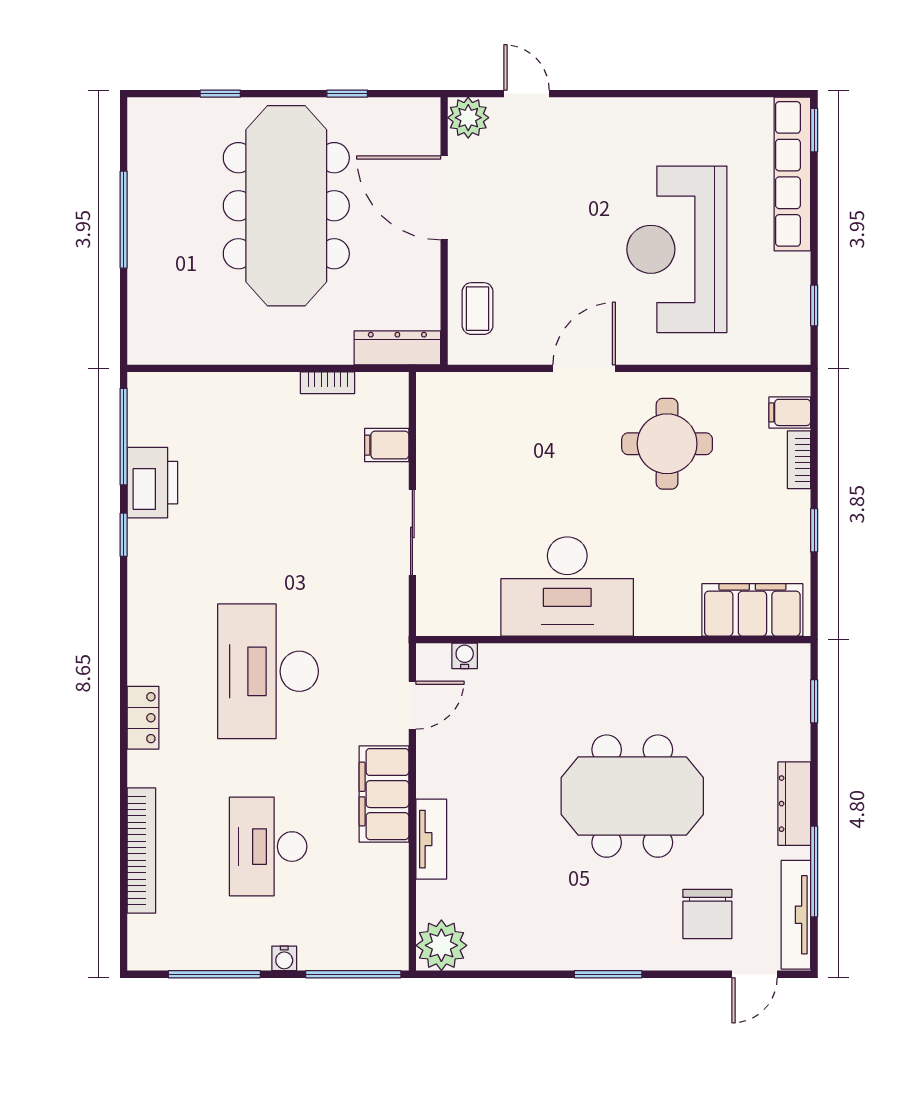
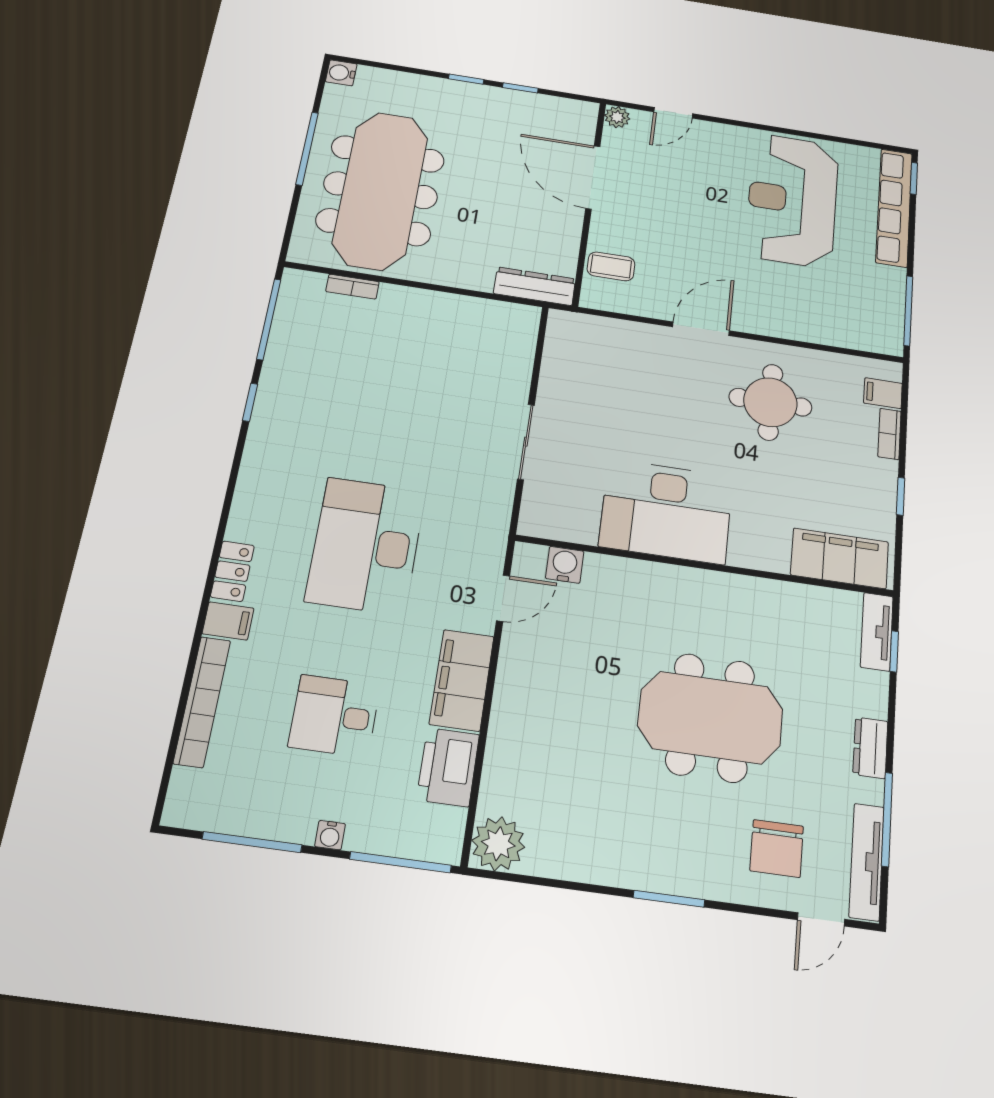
window: (220, 94) -> (466, 79), moved
door: (526, 94) -> (673, 113), swing flipped
water cooler: (143, 113) -> (341, 73), added
plant: (468, 118) -> (617, 117), width x0.73, depth x0.73
meeting table: (286, 206) -> (381, 190), moved
reception desk: (677, 249) -> (792, 200), moved
window: (814, 306) -> (908, 311), width x2.17
coffee table: (478, 309) -> (611, 266), turned 90
bookcase: (328, 383) -> (352, 287), moved
filing cabinet: (387, 445) -> (228, 621), moved, turned 180
printer: (152, 483) -> (448, 767), moved, turned 180
water cooler: (465, 656) -> (565, 565), width x1.38, depth x1.38
dresser: (794, 804) -> (870, 748), width x0.70
tv unit: (431, 839) -> (877, 632), moved, turned 180
desk: (268, 847) -> (334, 716), width x0.73

